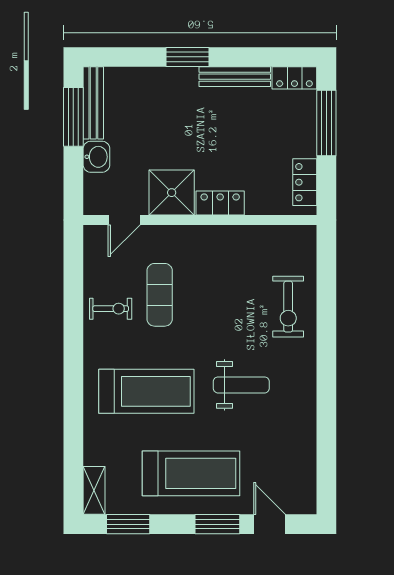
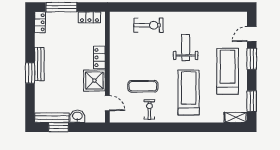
bench: (235, 77) -> (39, 64), moved
window: (73, 117) -> (58, 127), width x0.69

